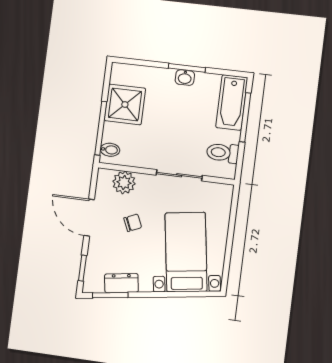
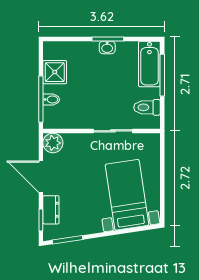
shower: (125, 104) -> (55, 72), width x0.73, depth x0.73
bidet: (110, 150) -> (51, 99), moved
plant: (124, 182) -> (53, 143), moved
chair: (133, 223) -> (79, 176), removed
dresser: (121, 283) -> (51, 210), moved, turned 99

